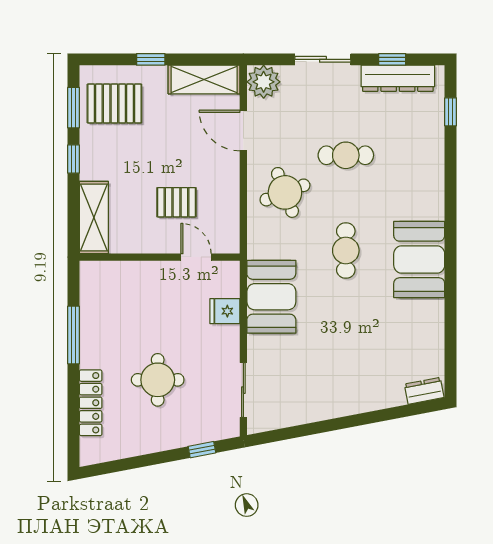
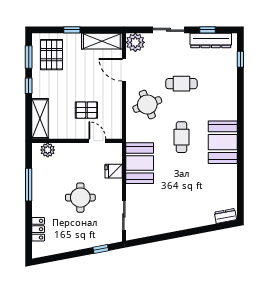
pallet: (114, 104) -> (52, 55), turned 90
plant: (107, 273) -> (48, 150), added
round table: (158, 380) -> (80, 198), moved
locker: (91, 403) -> (38, 229), width x0.66

